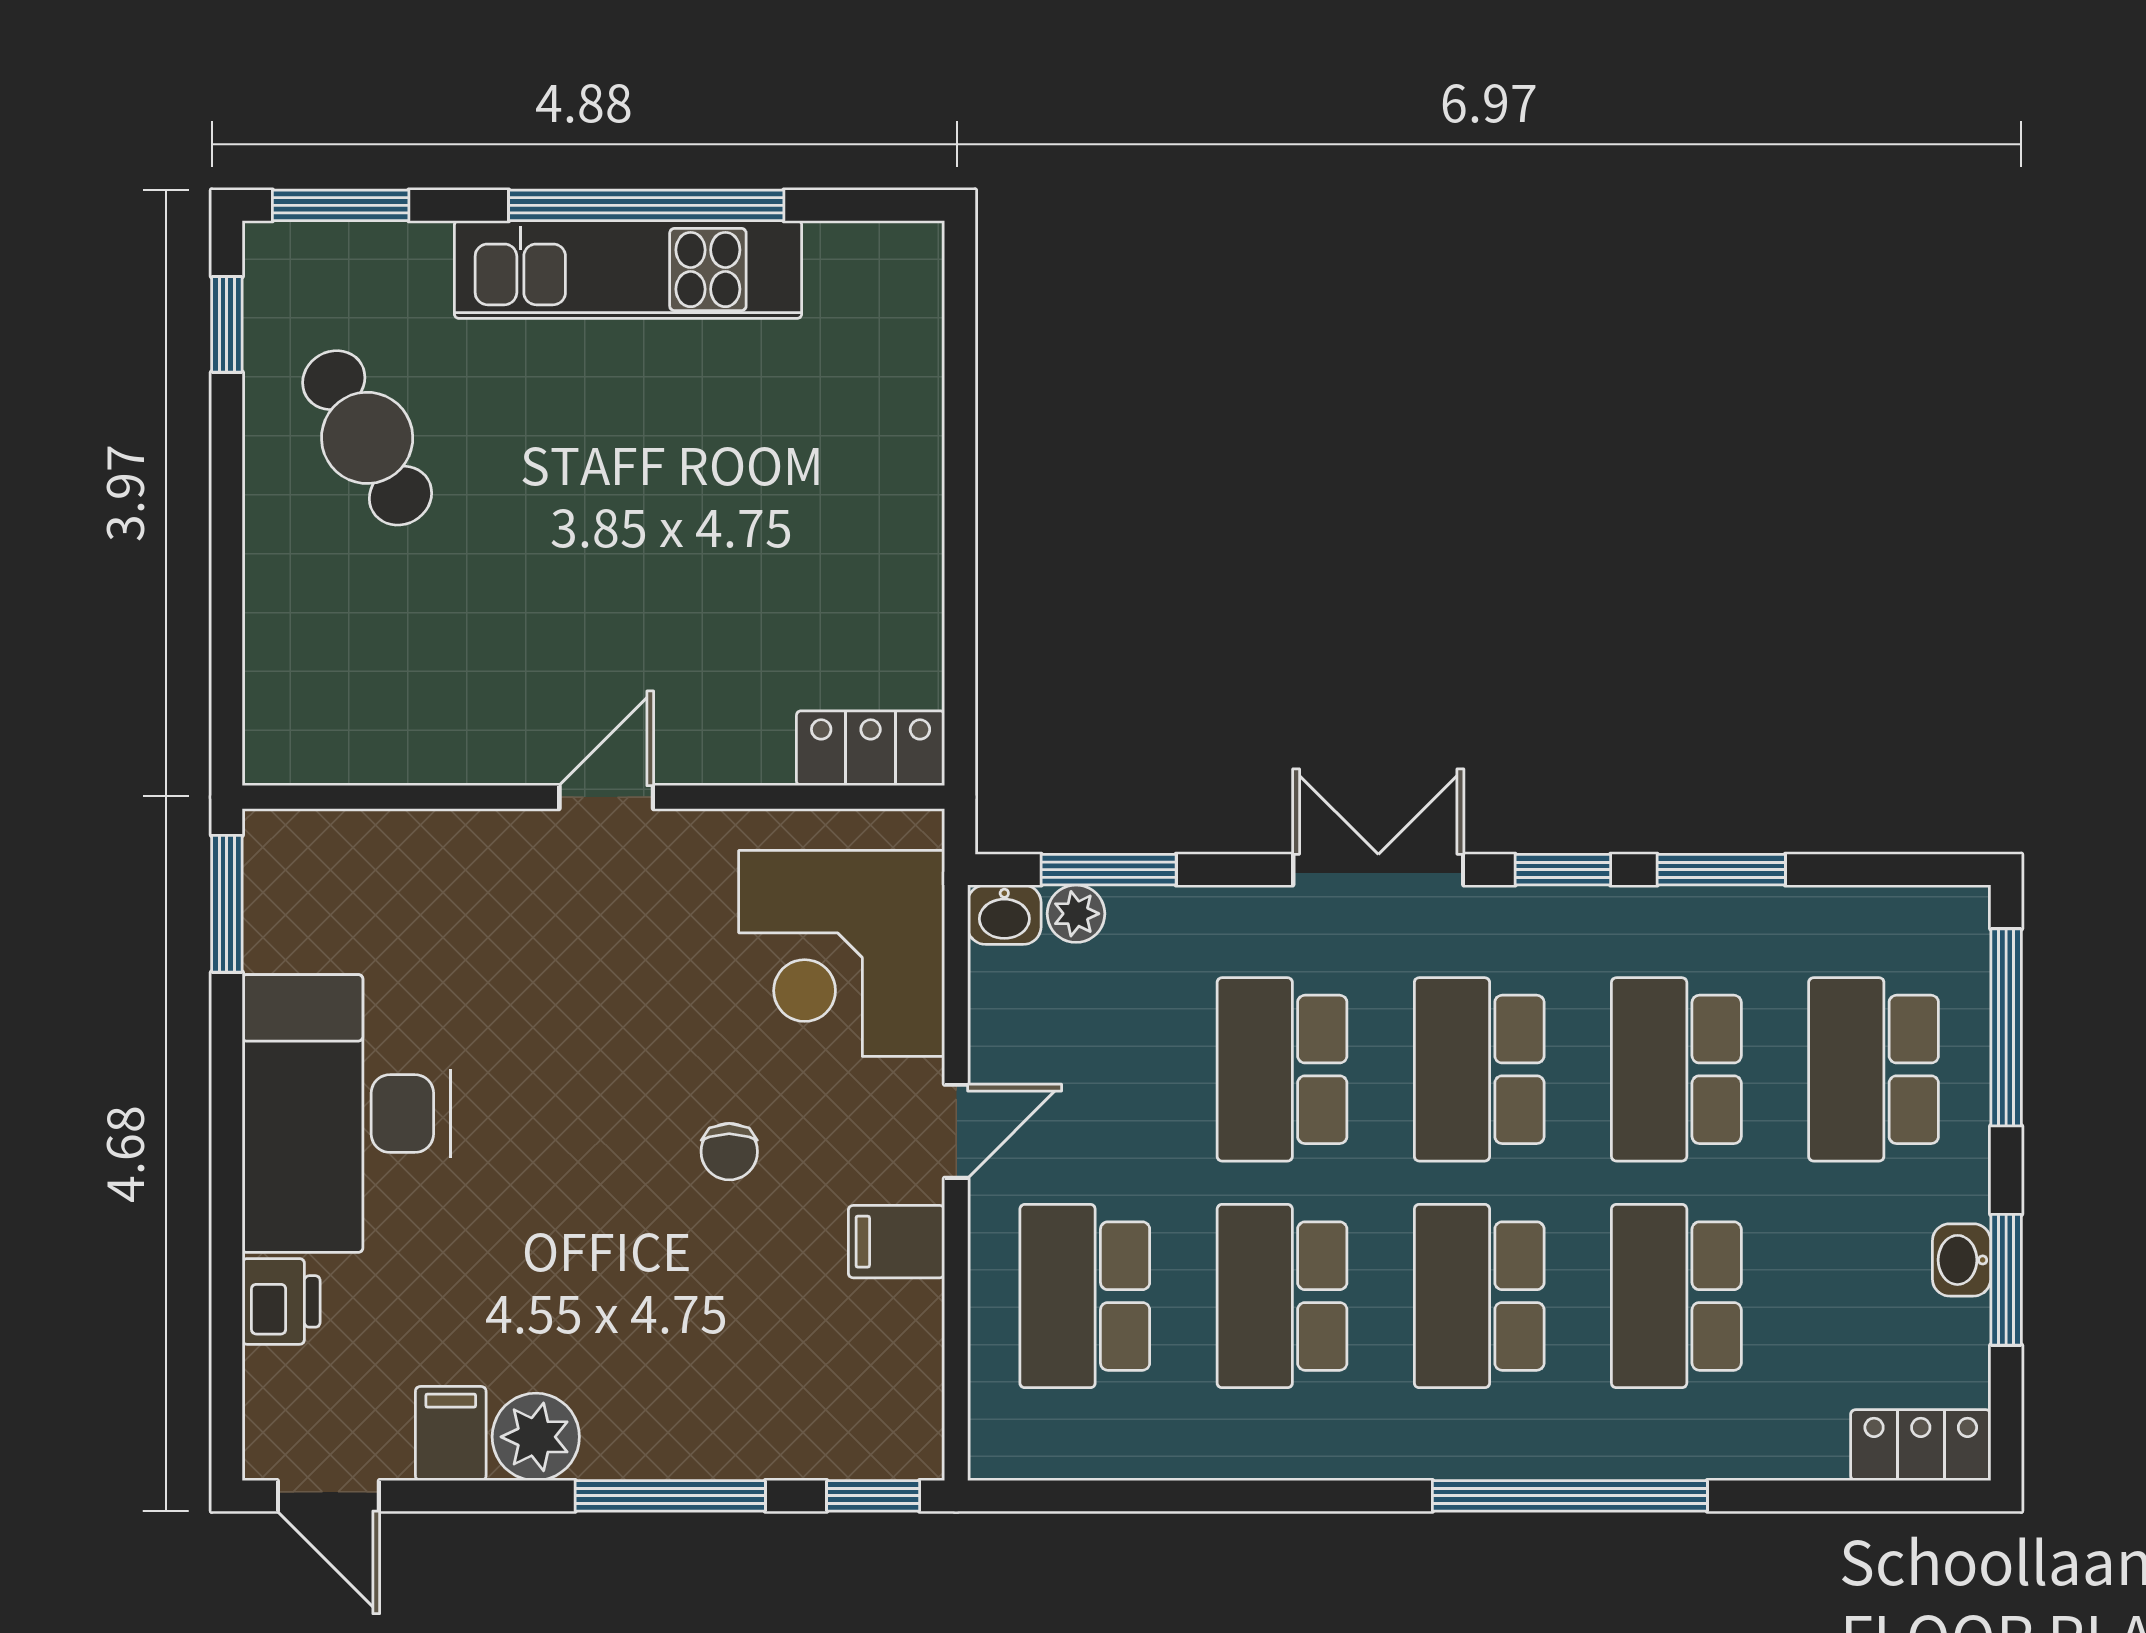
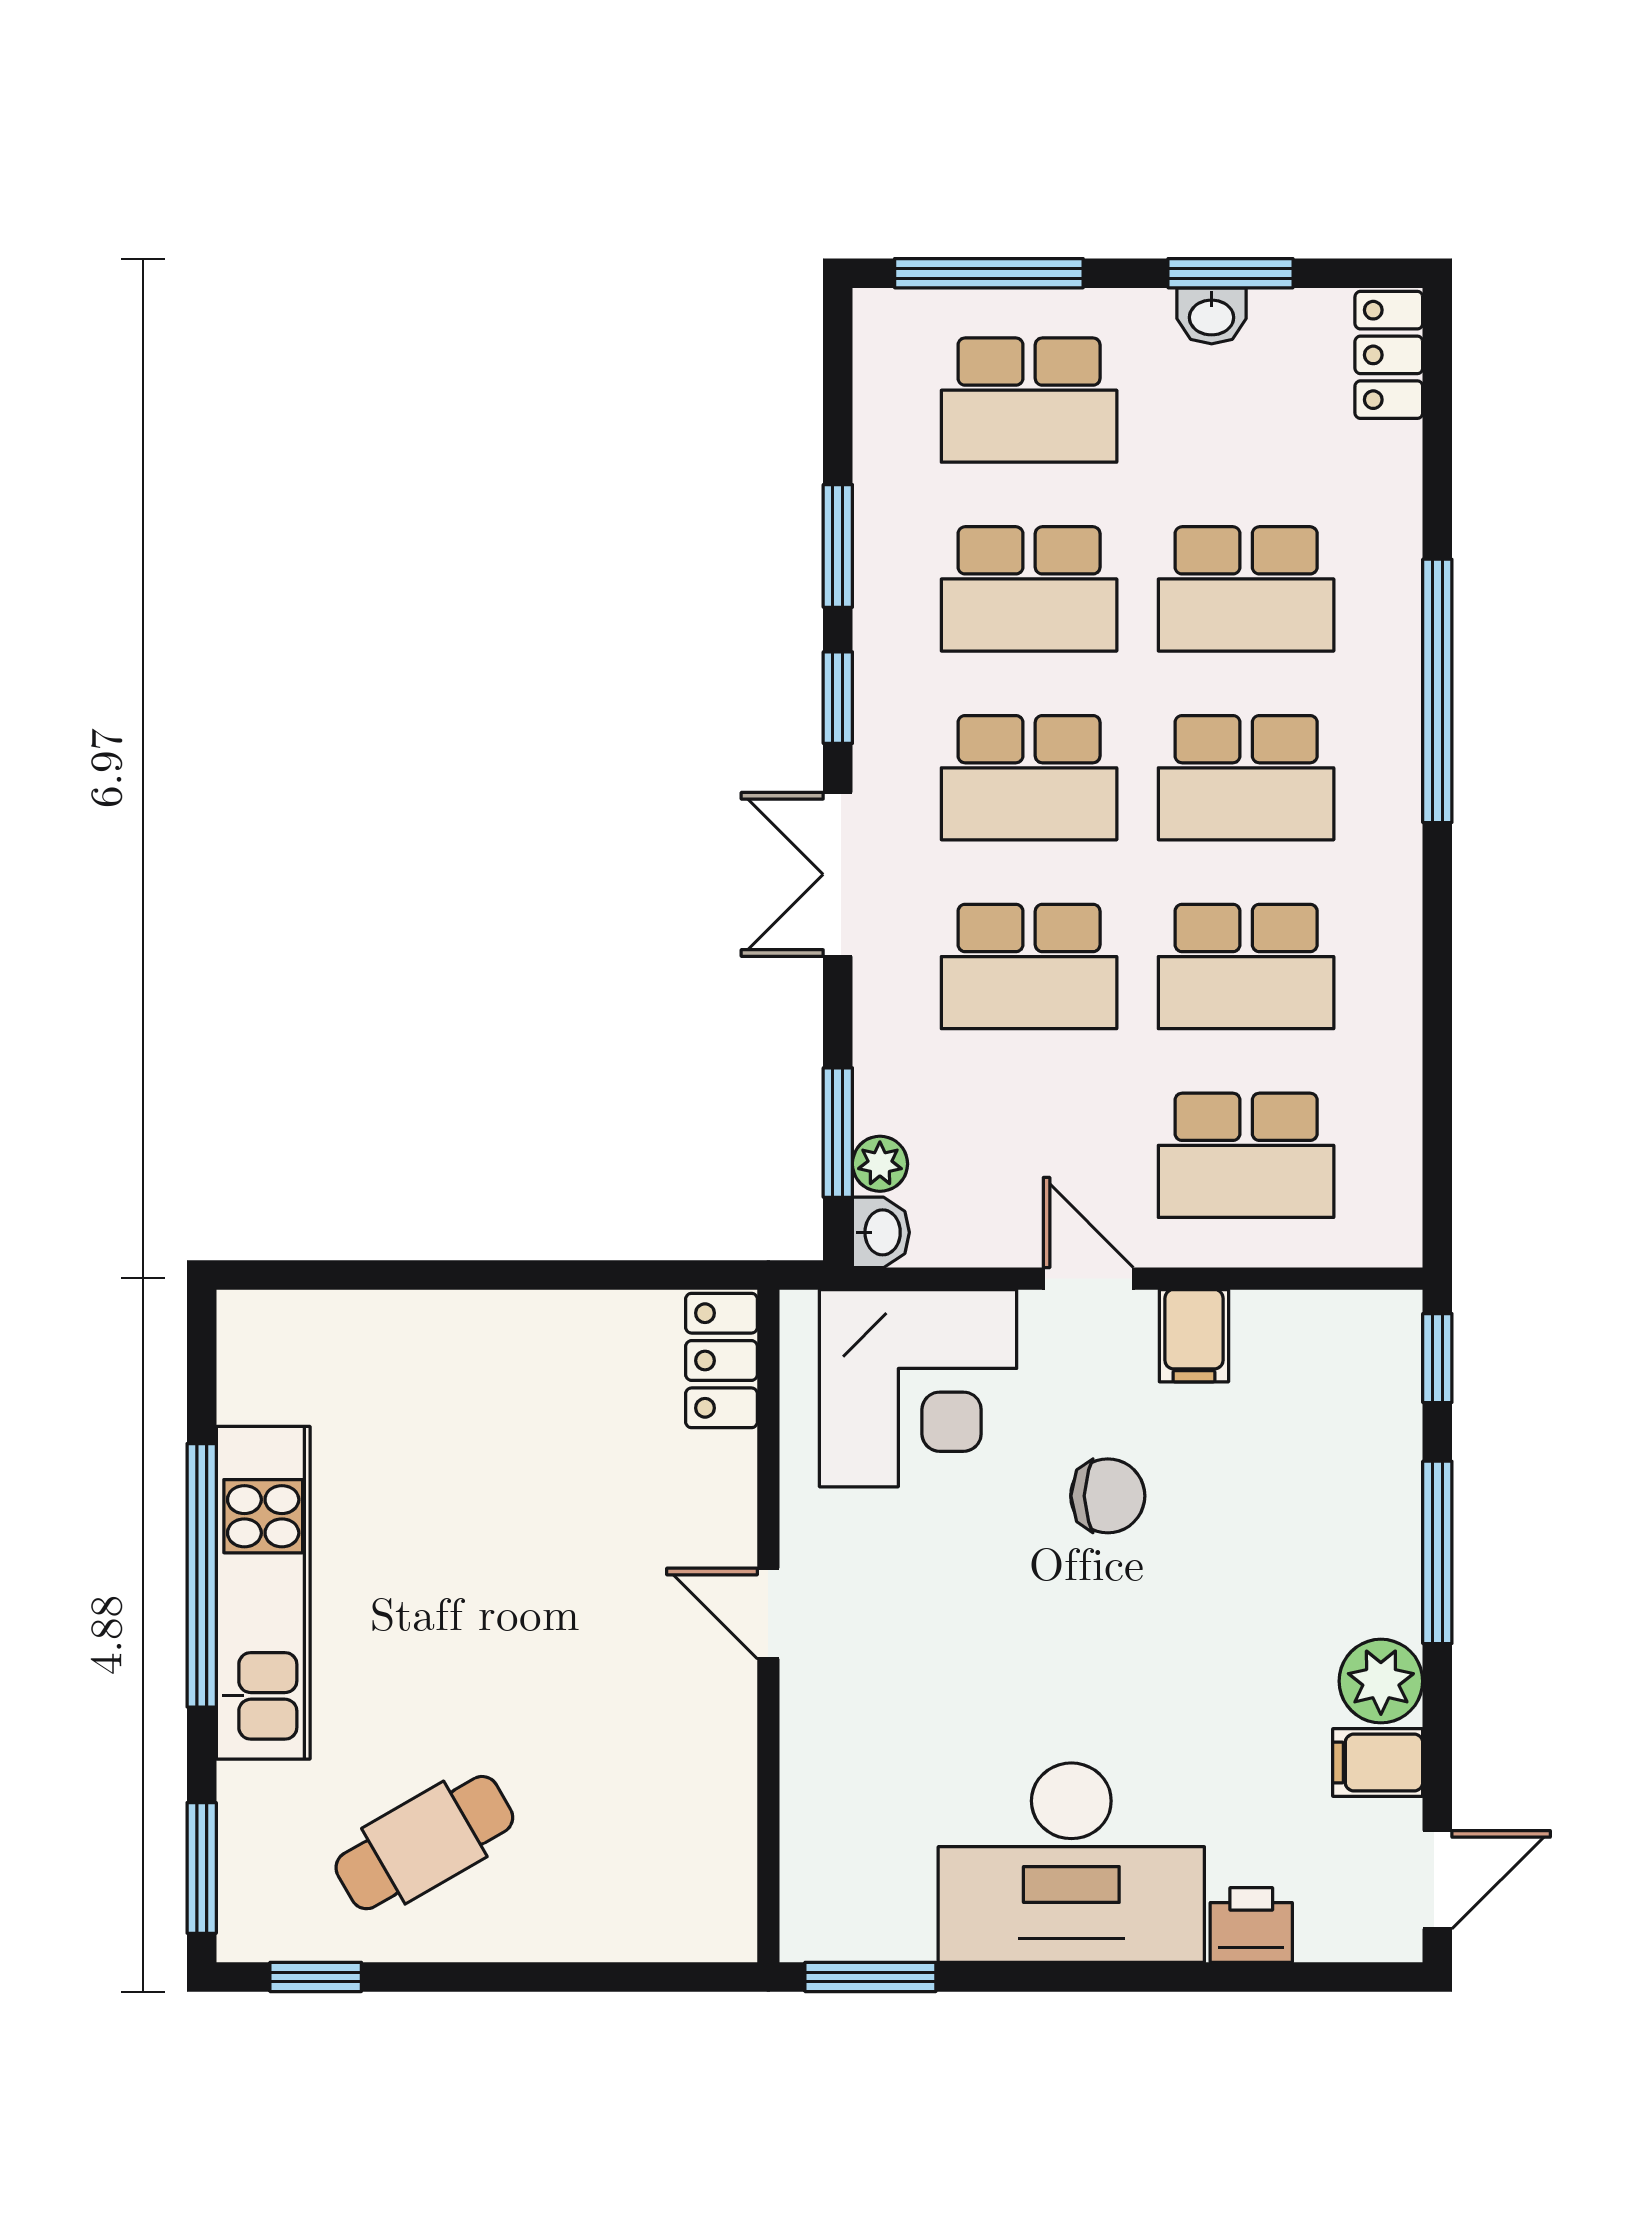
chair: (729, 1152) -> (1108, 1496), width x1.37, depth x1.37

